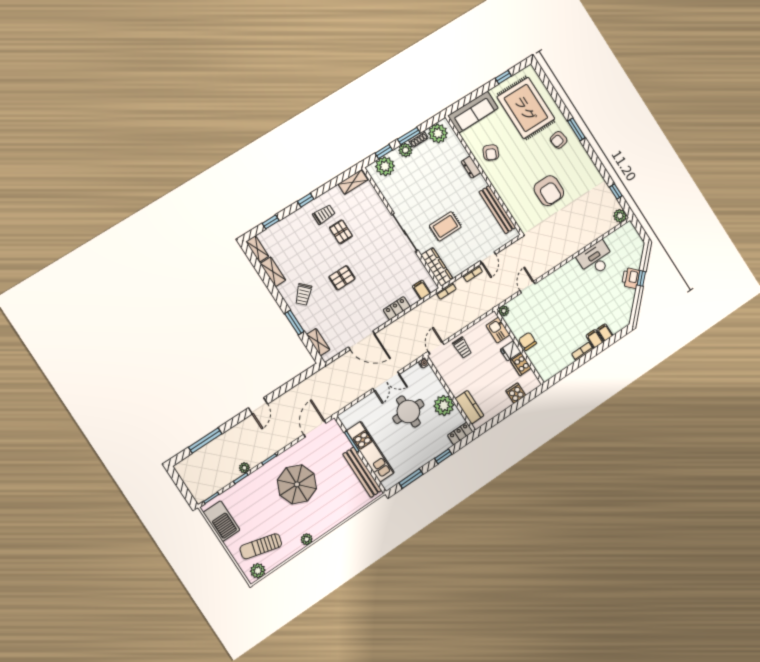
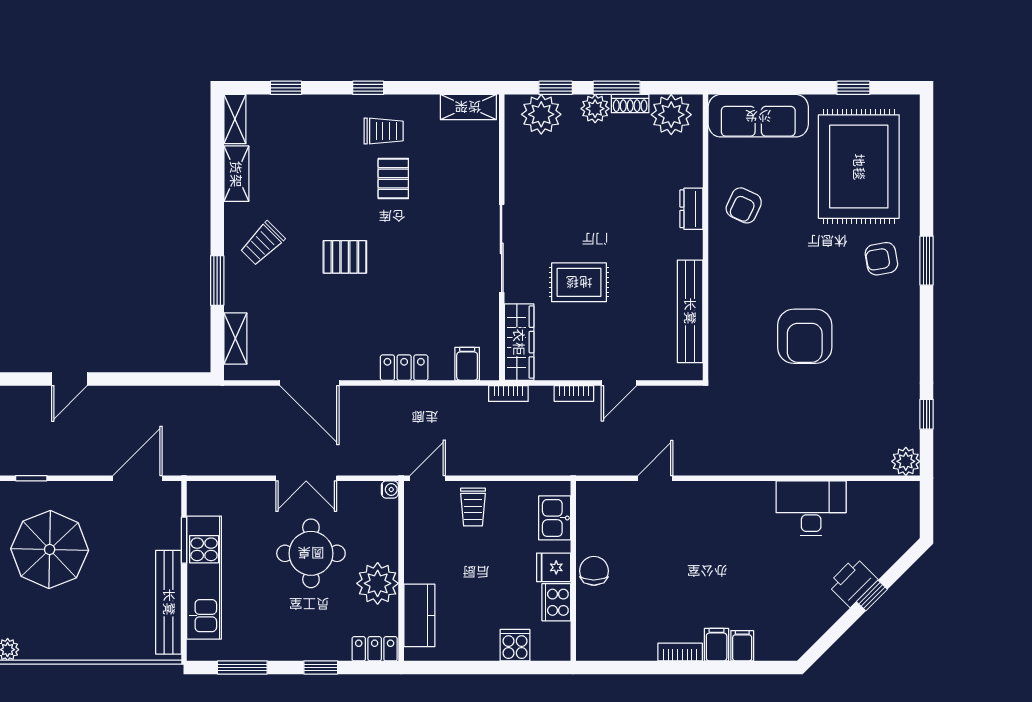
plant: (504, 311) -> (587, 492), removed

